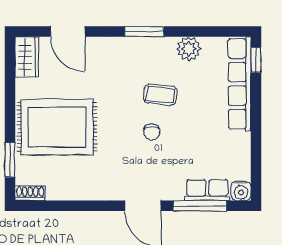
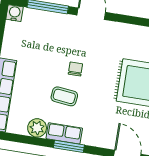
row of seats: (207, 190) -> (64, 133), moved, turned 180

